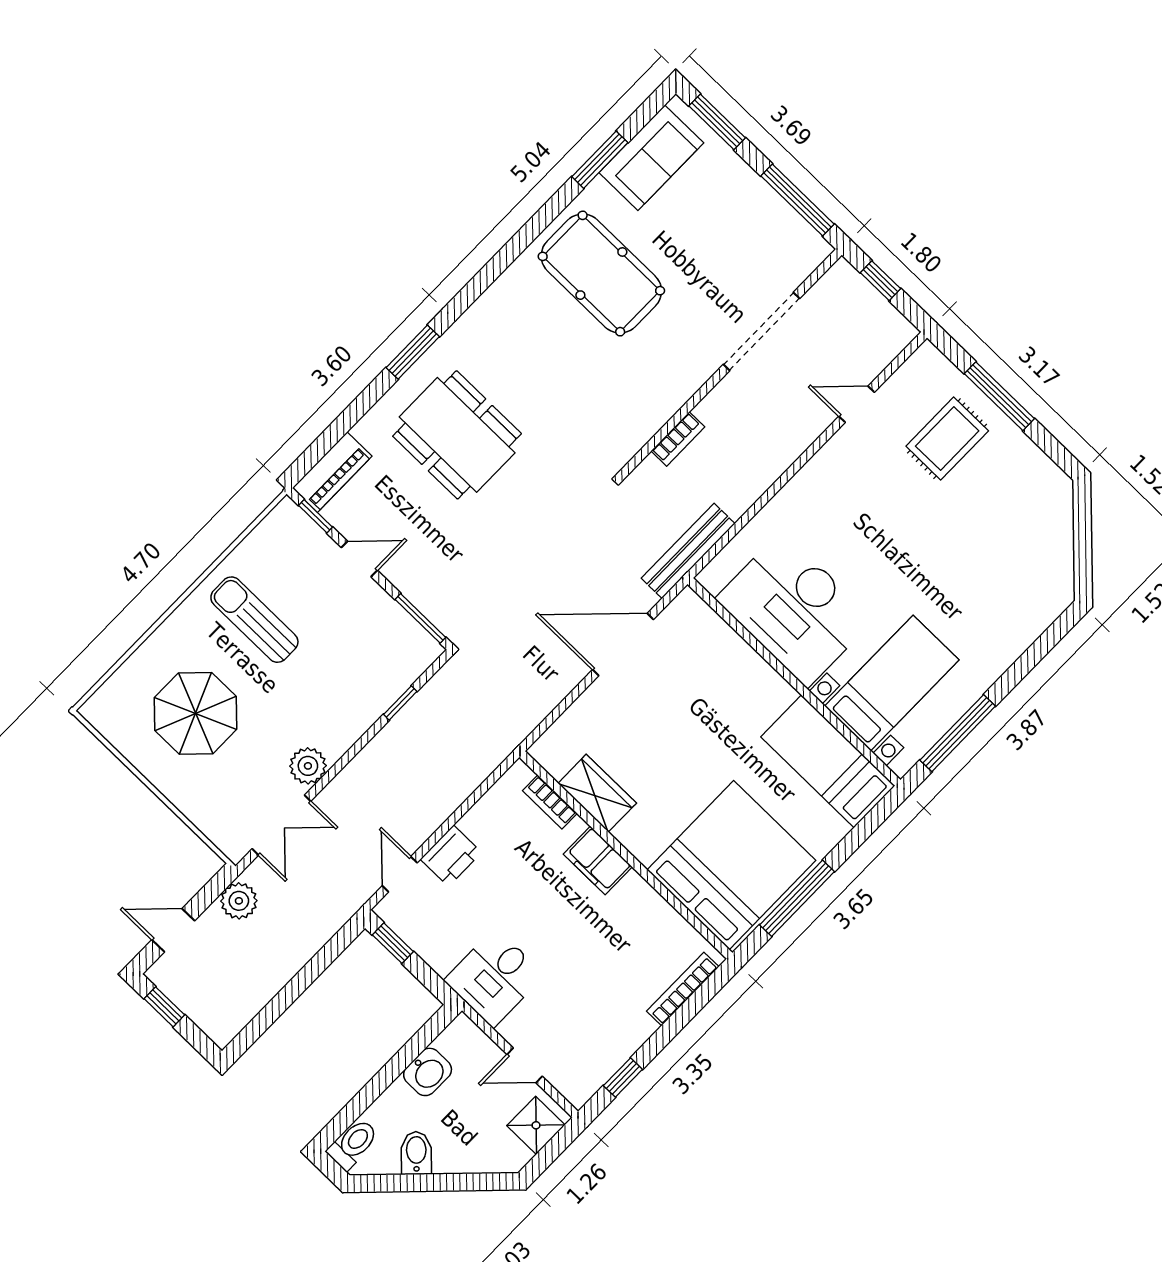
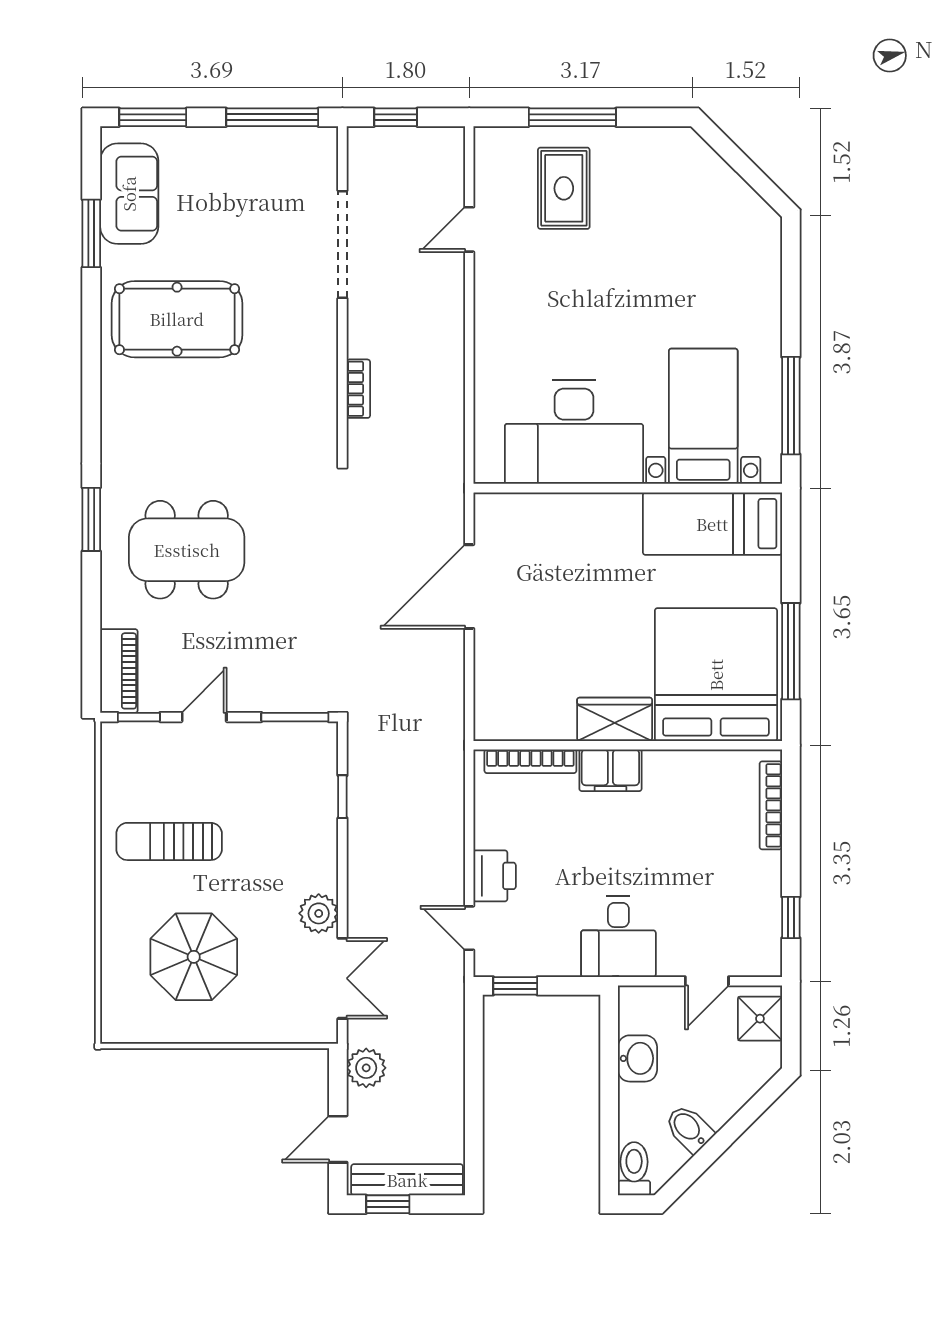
bench: (688, 551) -> (407, 1180), moved, turned 90
wardrobe: (597, 793) -> (615, 719), moved
bookcase: (550, 802) -> (530, 761), width x1.56

